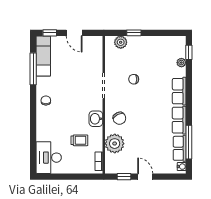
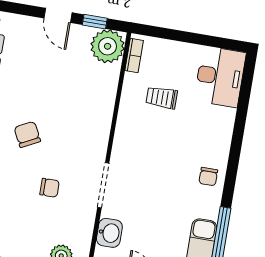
chair: (119, 118) -> (27, 134), moved
washbasin: (96, 119) -> (109, 233), moved
plant: (115, 144) -> (108, 46), moved

